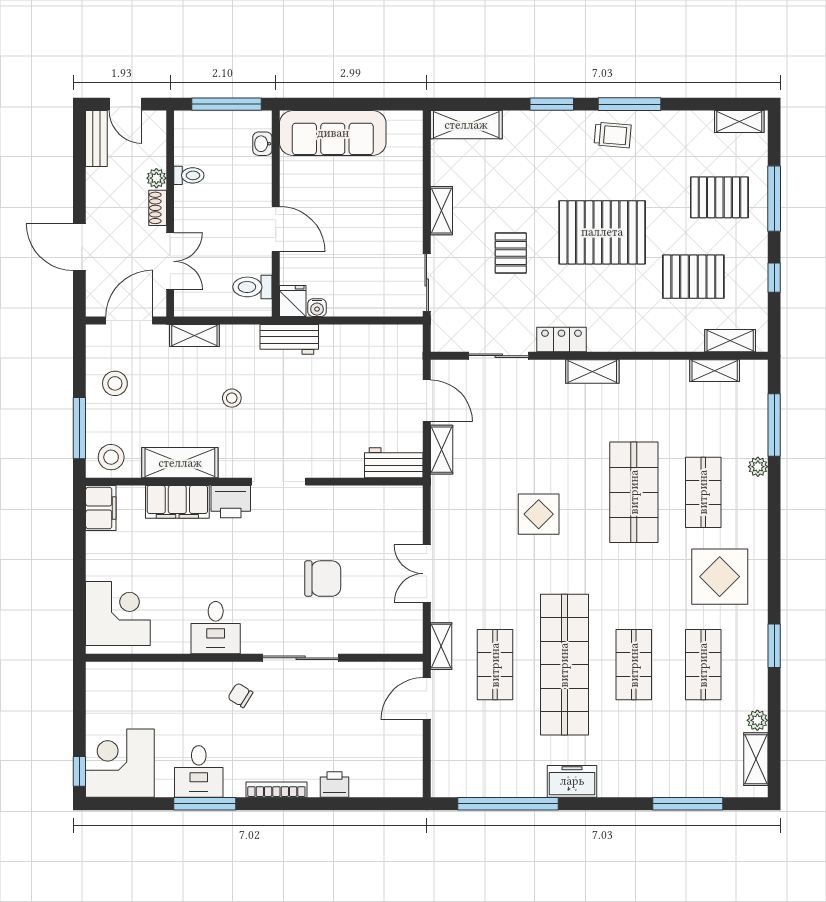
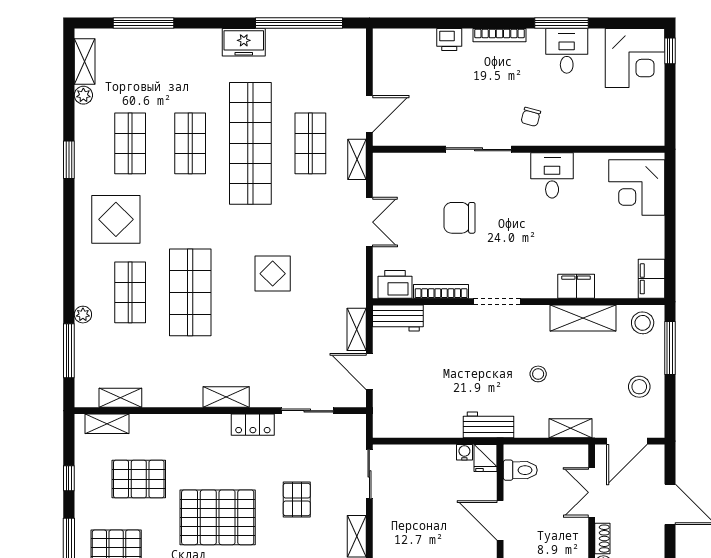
bookcase: (344, 493) -> (441, 291), added
filing cabinet: (177, 502) -> (576, 286), width x0.67, depth x0.86
printer: (231, 502) -> (395, 284), moved
chair: (240, 695) -> (531, 117), turned 73

